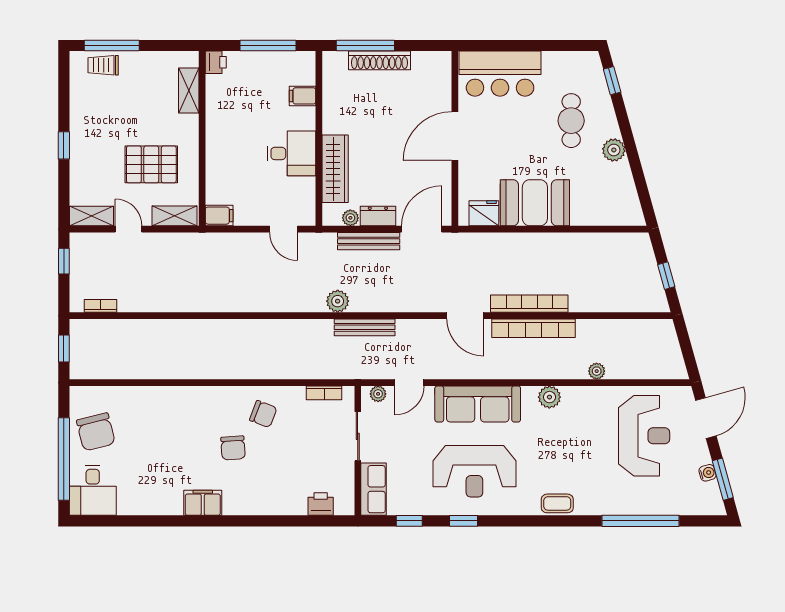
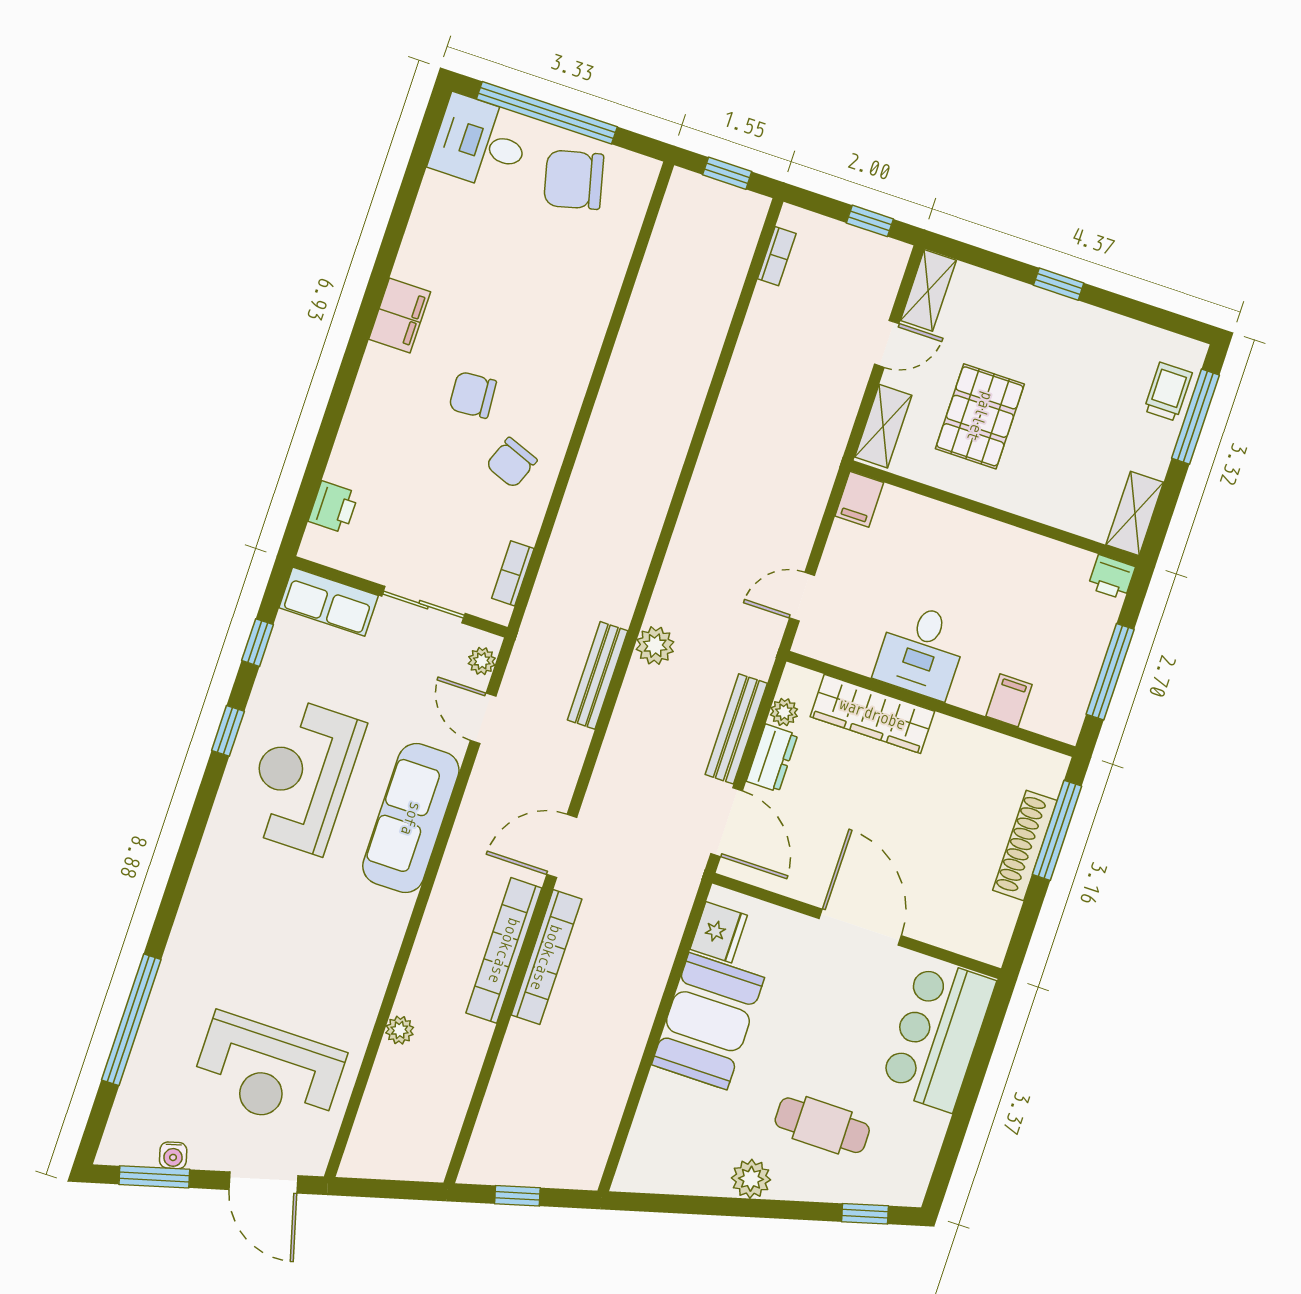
shelving: (189, 91) -> (1135, 514), moved, turned 90
plant: (549, 397) -> (383, 939), removed
coffee table: (557, 503) -> (205, 894), removed

